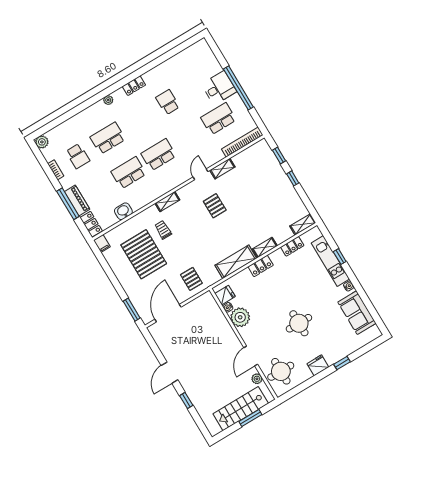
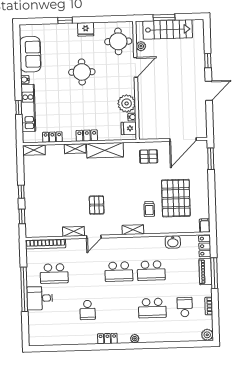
pallet: (191, 279) -> (149, 157), turned 90

